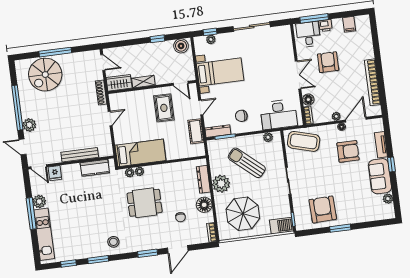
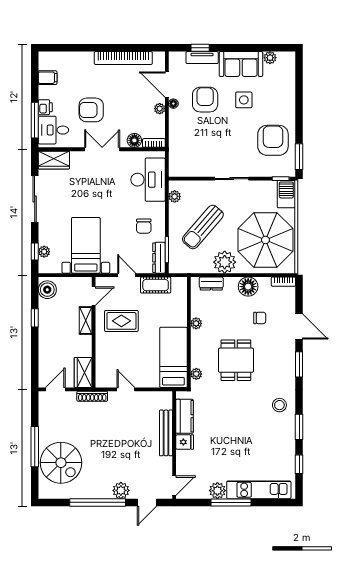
wardrobe: (284, 38) -> (54, 160), added
shelving: (143, 82) -> (86, 320), moved
coffee table: (304, 141) -> (186, 153), removed
window: (391, 165) -> (200, 48), moved
plant: (139, 171) -> (196, 323), moved
fridge: (55, 173) -> (185, 442), moved
dresser: (203, 179) -> (211, 284), width x0.70
side table: (352, 182) -> (244, 100), added
armchair: (323, 209) -> (273, 140), turned 92
parasol: (243, 214) -> (265, 240), width x1.36, depth x1.36
window: (340, 228) -> (299, 157), moved

